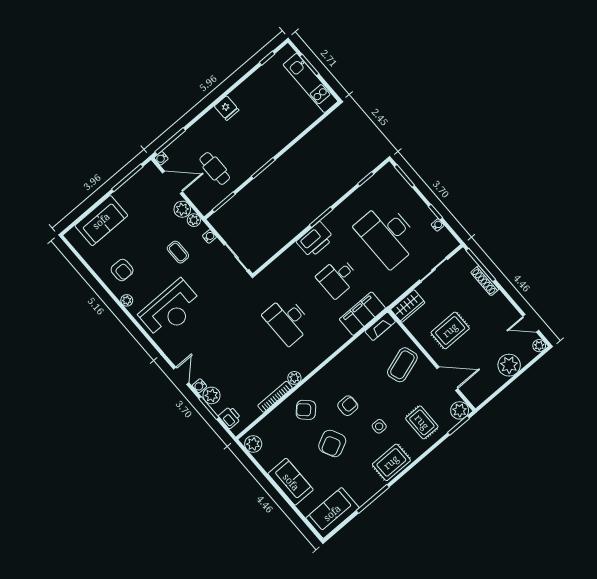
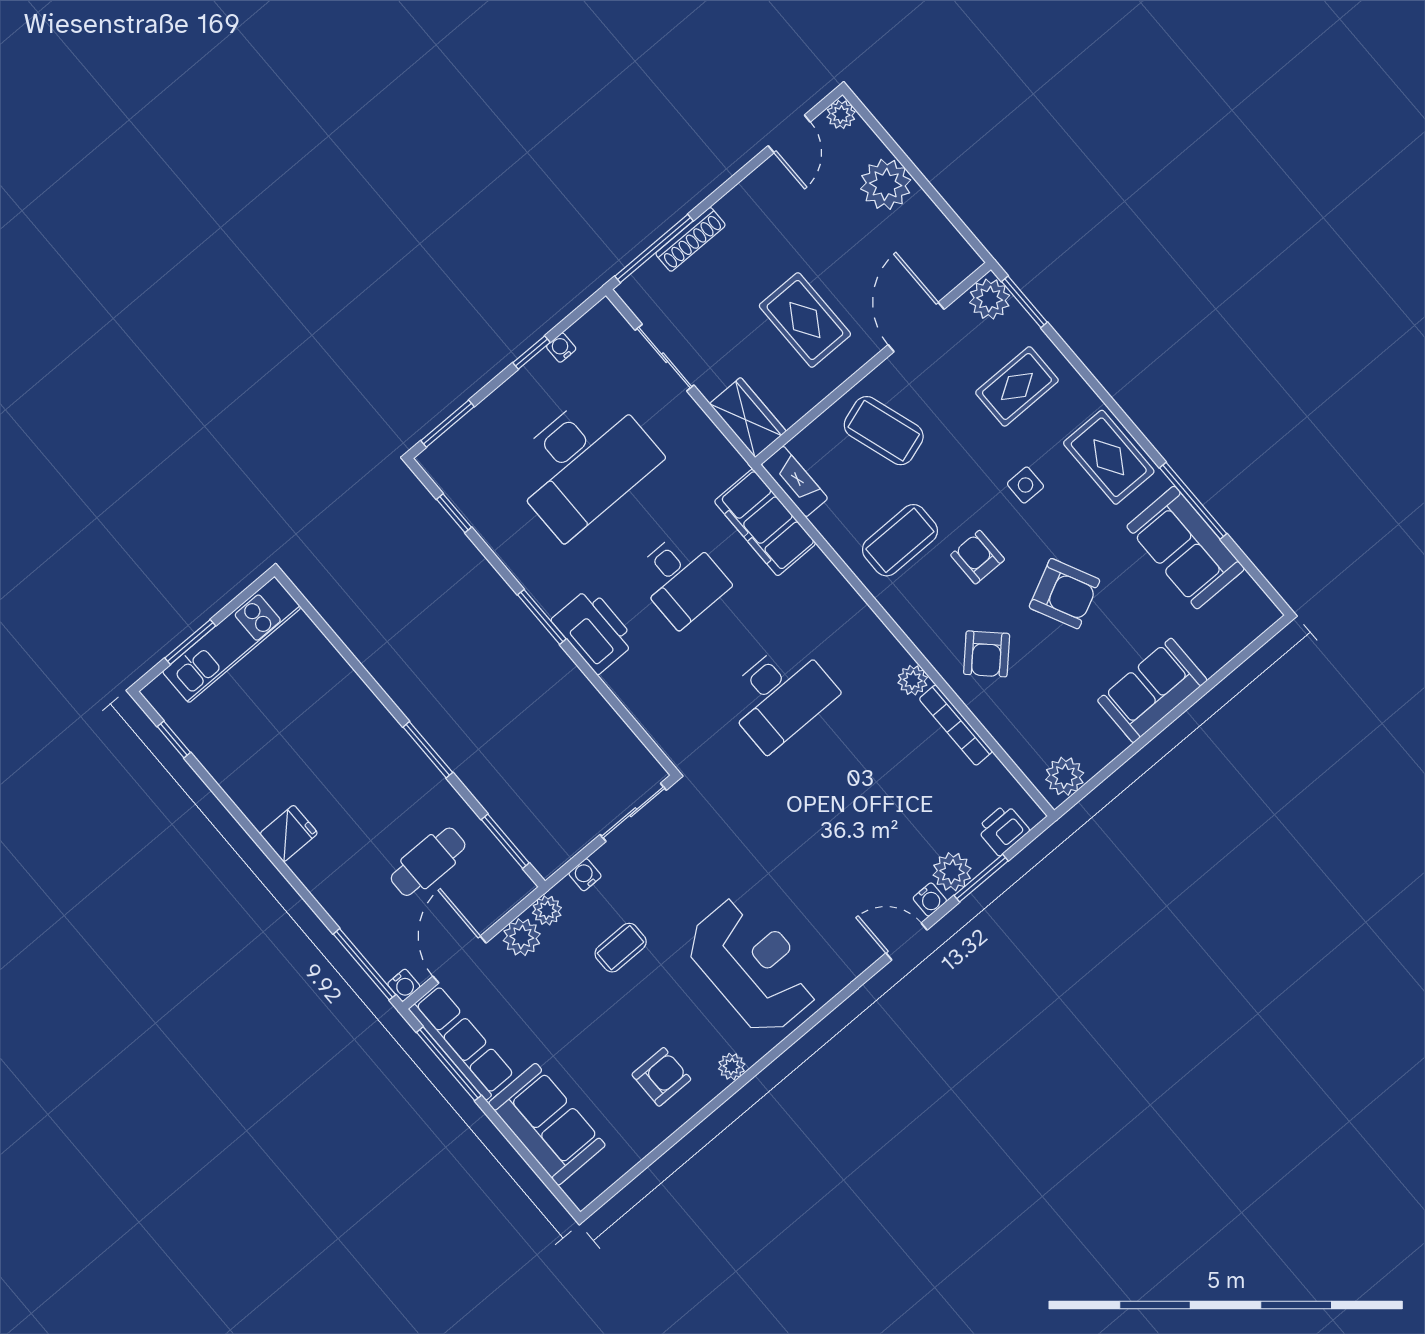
row of seats: (137, 183) -> (462, 1042), added
coffee table: (355, 372) -> (900, 540), added
sofa: (332, 513) -> (1186, 548), moved

